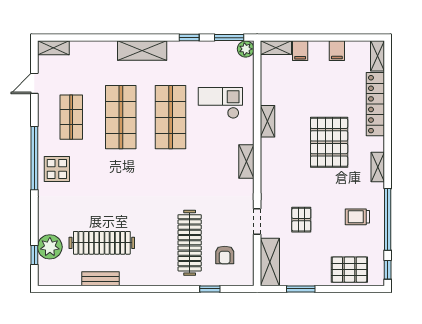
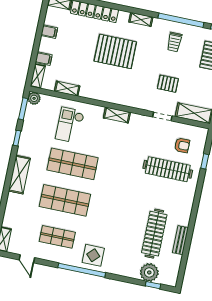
shelving: (267, 121) -> (67, 89), moved

